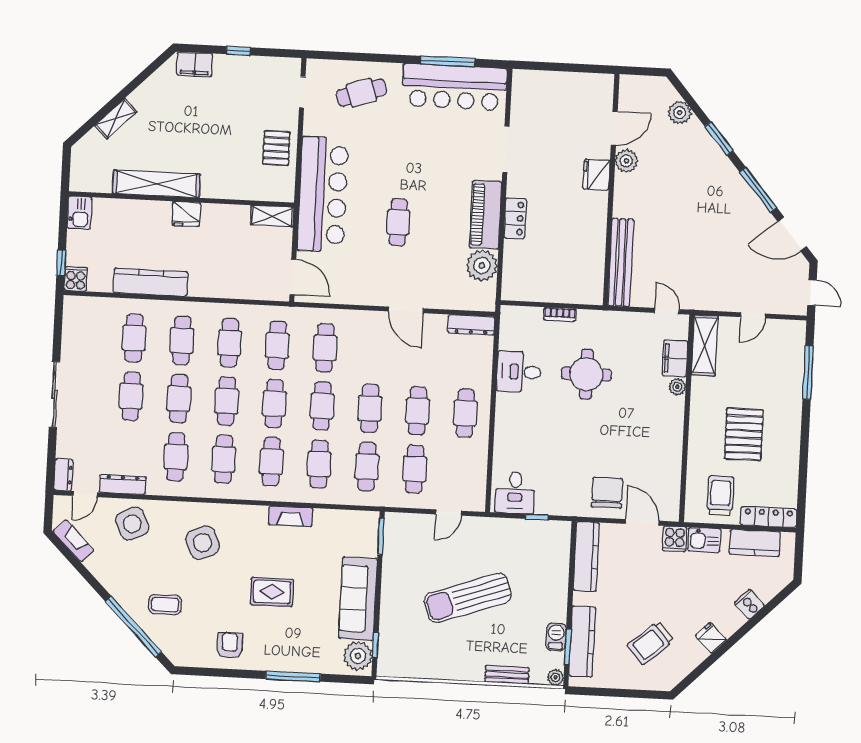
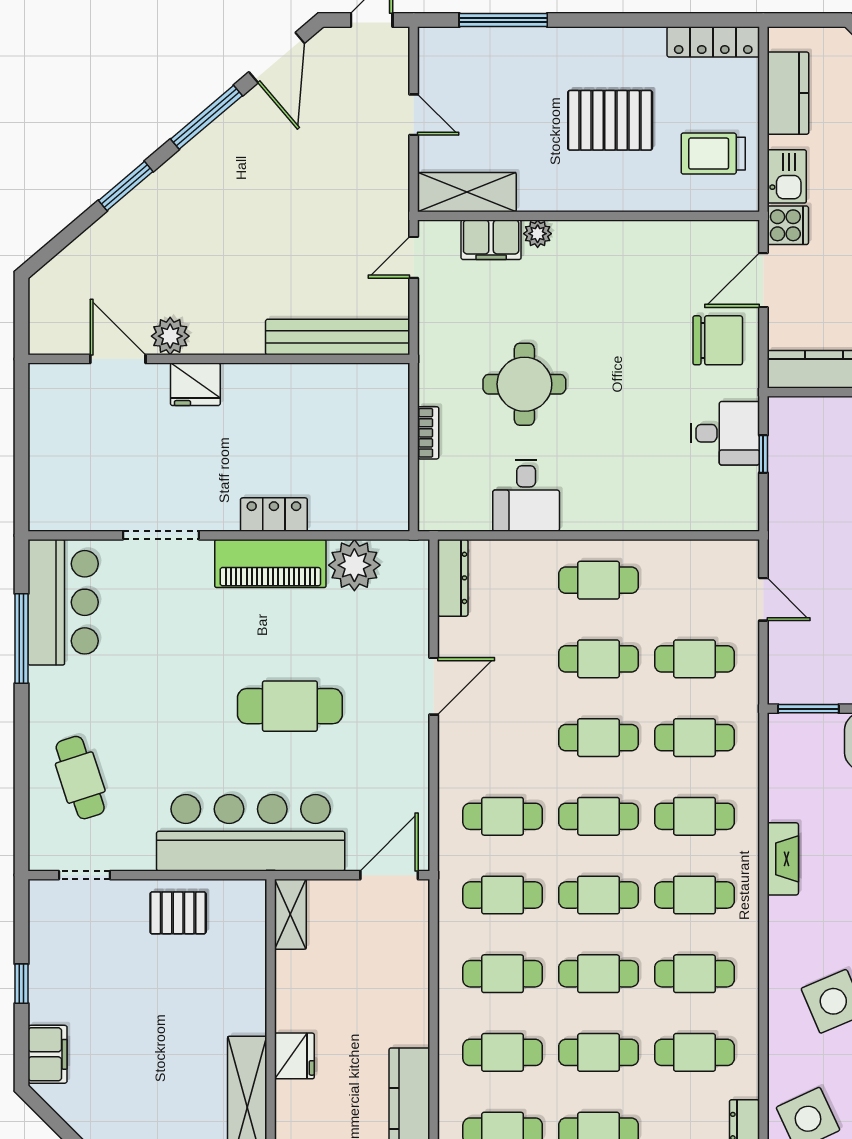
bar counter: (454, 87) -> (63, 602), width x0.73
plant: (680, 113) -> (87, 253), removed
cafe table: (398, 222) -> (290, 706), width x1.37, depth x1.35
desk: (515, 493) -> (725, 433), moved
chair: (607, 493) -> (718, 340), turned 180
locker: (769, 517) -> (713, 42), moved, turned -90

